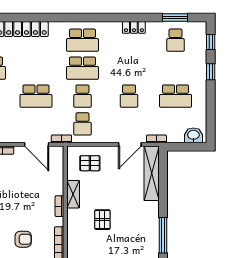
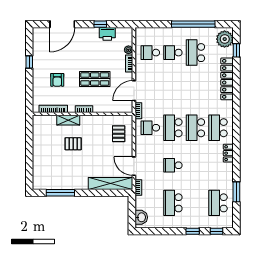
window: (175, 17) -> (236, 192), moved
locker: (134, 27) -> (228, 153), moved
school desk: (176, 40) -> (218, 203), width x1.85
school desk: (36, 96) -> (173, 90), removed
school desk: (82, 96) -> (173, 128), width x1.85
shop shelf: (22, 193) -> (95, 79), added
shelving: (73, 194) -> (68, 120), moved

